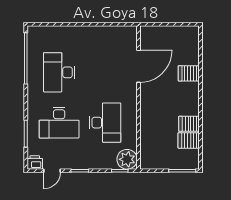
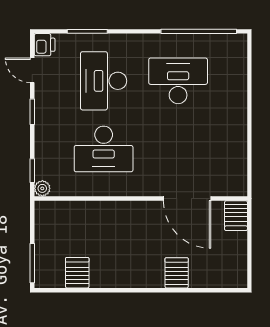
server rack: (189, 124) -> (236, 216), moved, turned 180
plant: (127, 159) -> (42, 188), width x0.53, depth x0.53

